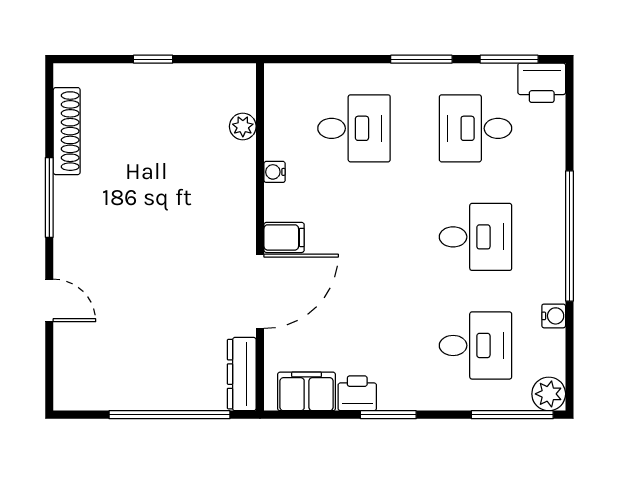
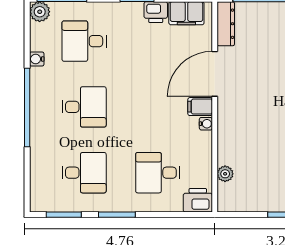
printer: (542, 83) -> (198, 200), moved
water cooler: (275, 172) -> (206, 124), moved
desk: (476, 237) -> (84, 107), turned 180

